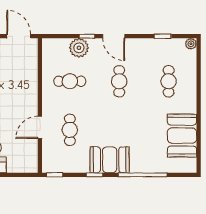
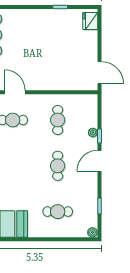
door: (19, 36) -> (99, 73), hinge flipped
plant: (79, 48) -> (93, 133), width x0.53, depth x0.53
cafe table: (119, 81) -> (58, 166), turned 90

